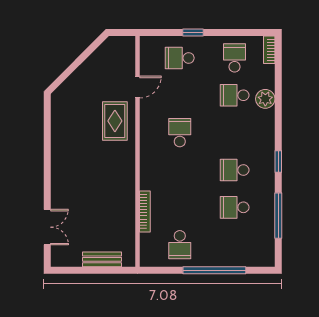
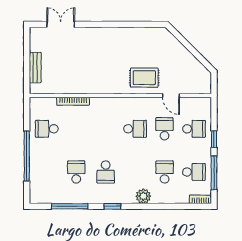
window: (235, 32) -> (214, 173), added
school desk: (180, 58) -> (194, 129), turned 90
school desk: (180, 95) -> (165, 129), added
plant: (265, 99) -> (143, 196), moved
school desk: (235, 170) -> (106, 172), turned 180
double door: (47, 227) -> (61, 24), swing flipped

